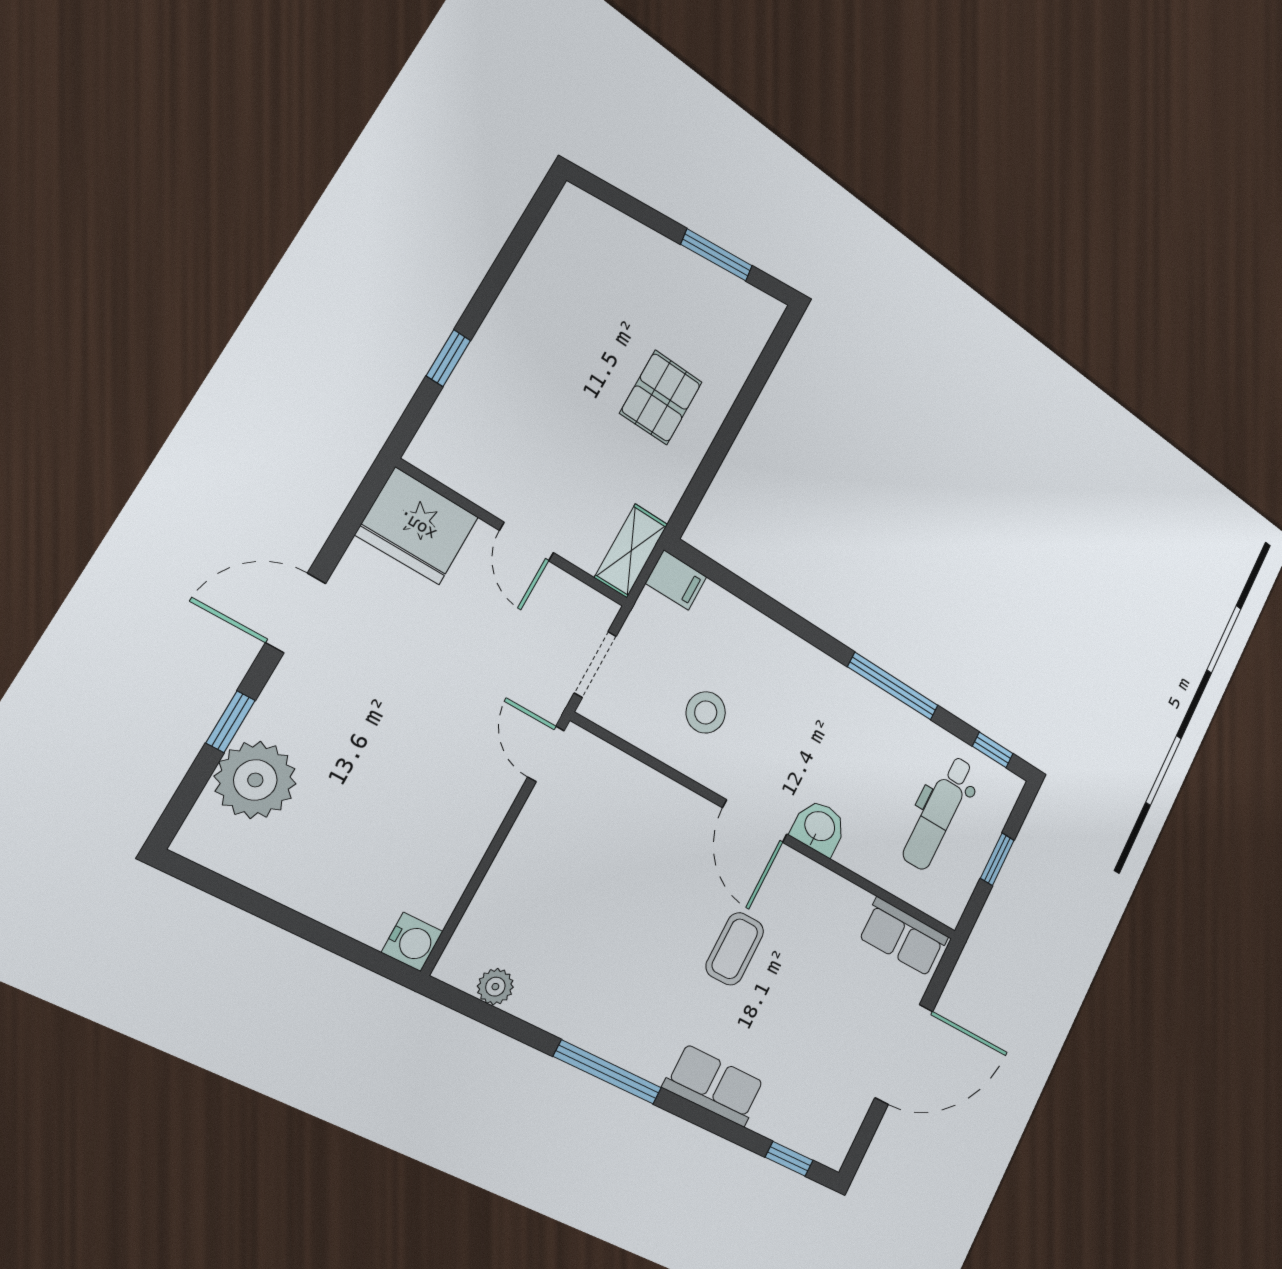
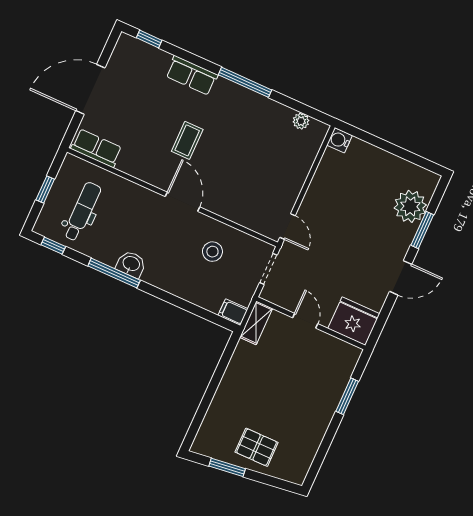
window: (448, 358) -> (347, 396), width x1.50
pallet: (661, 398) -> (257, 447), moved, turned 90
window: (231, 722) -> (422, 230), width x1.50
washbasin: (819, 827) -> (131, 264), moved, turned 180

